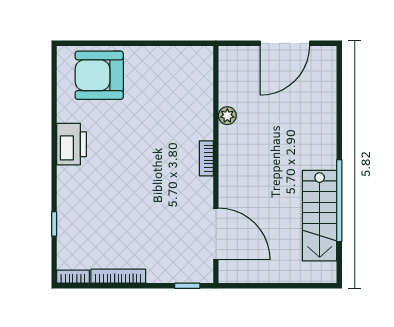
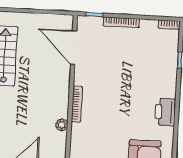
bookcase: (206, 158) -> (77, 104), width x1.56
bookcase: (118, 276) -> (121, 22), moved

